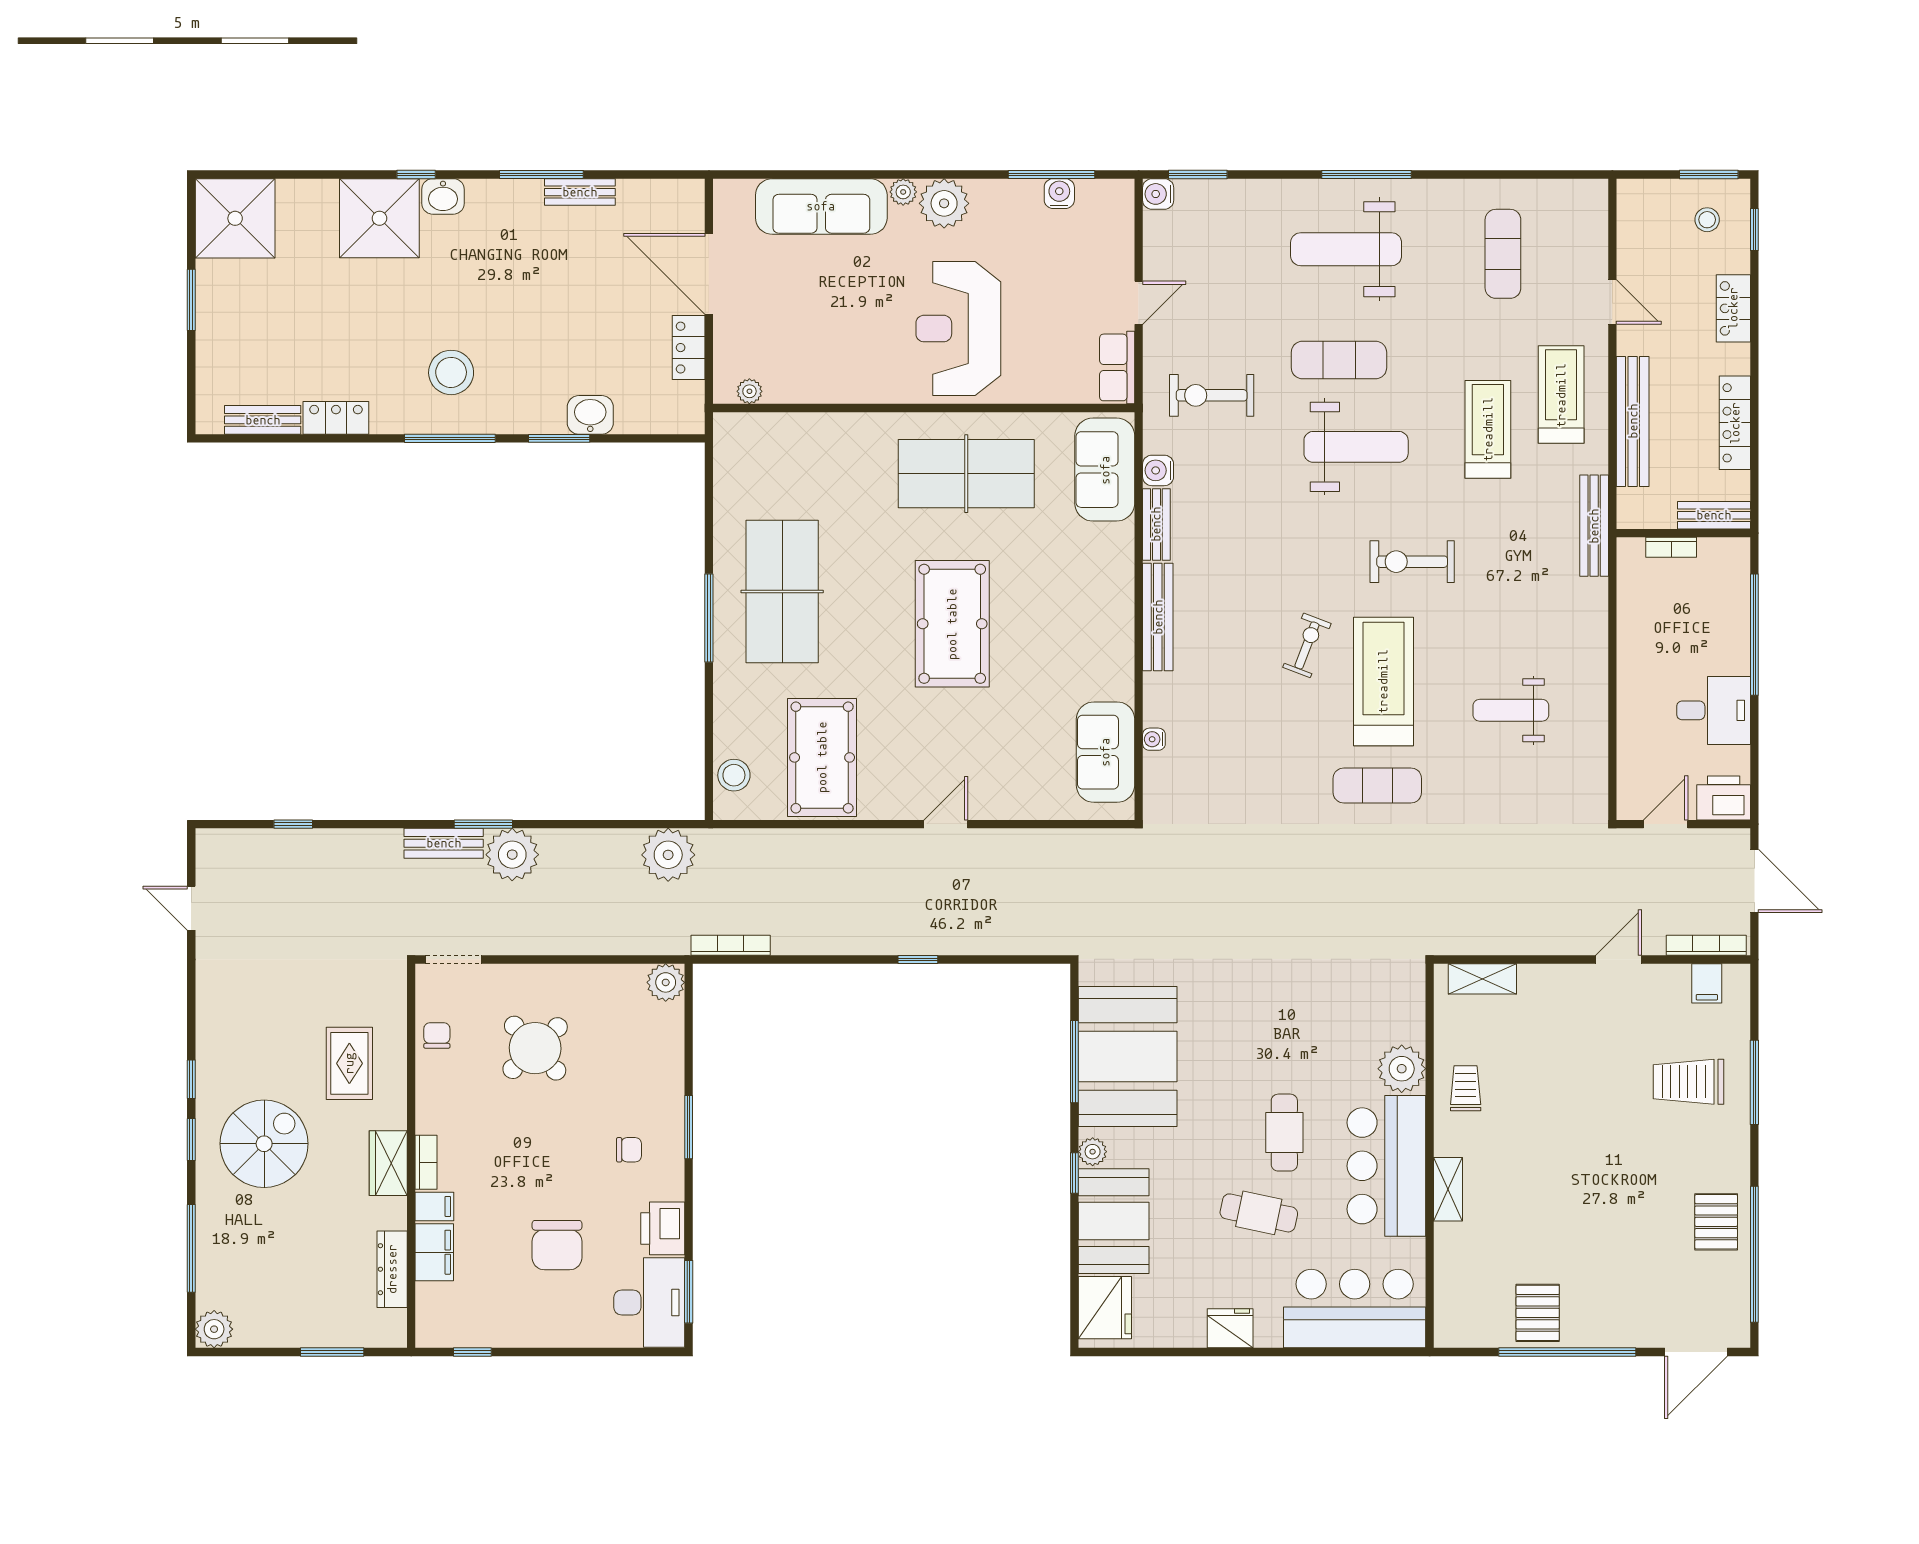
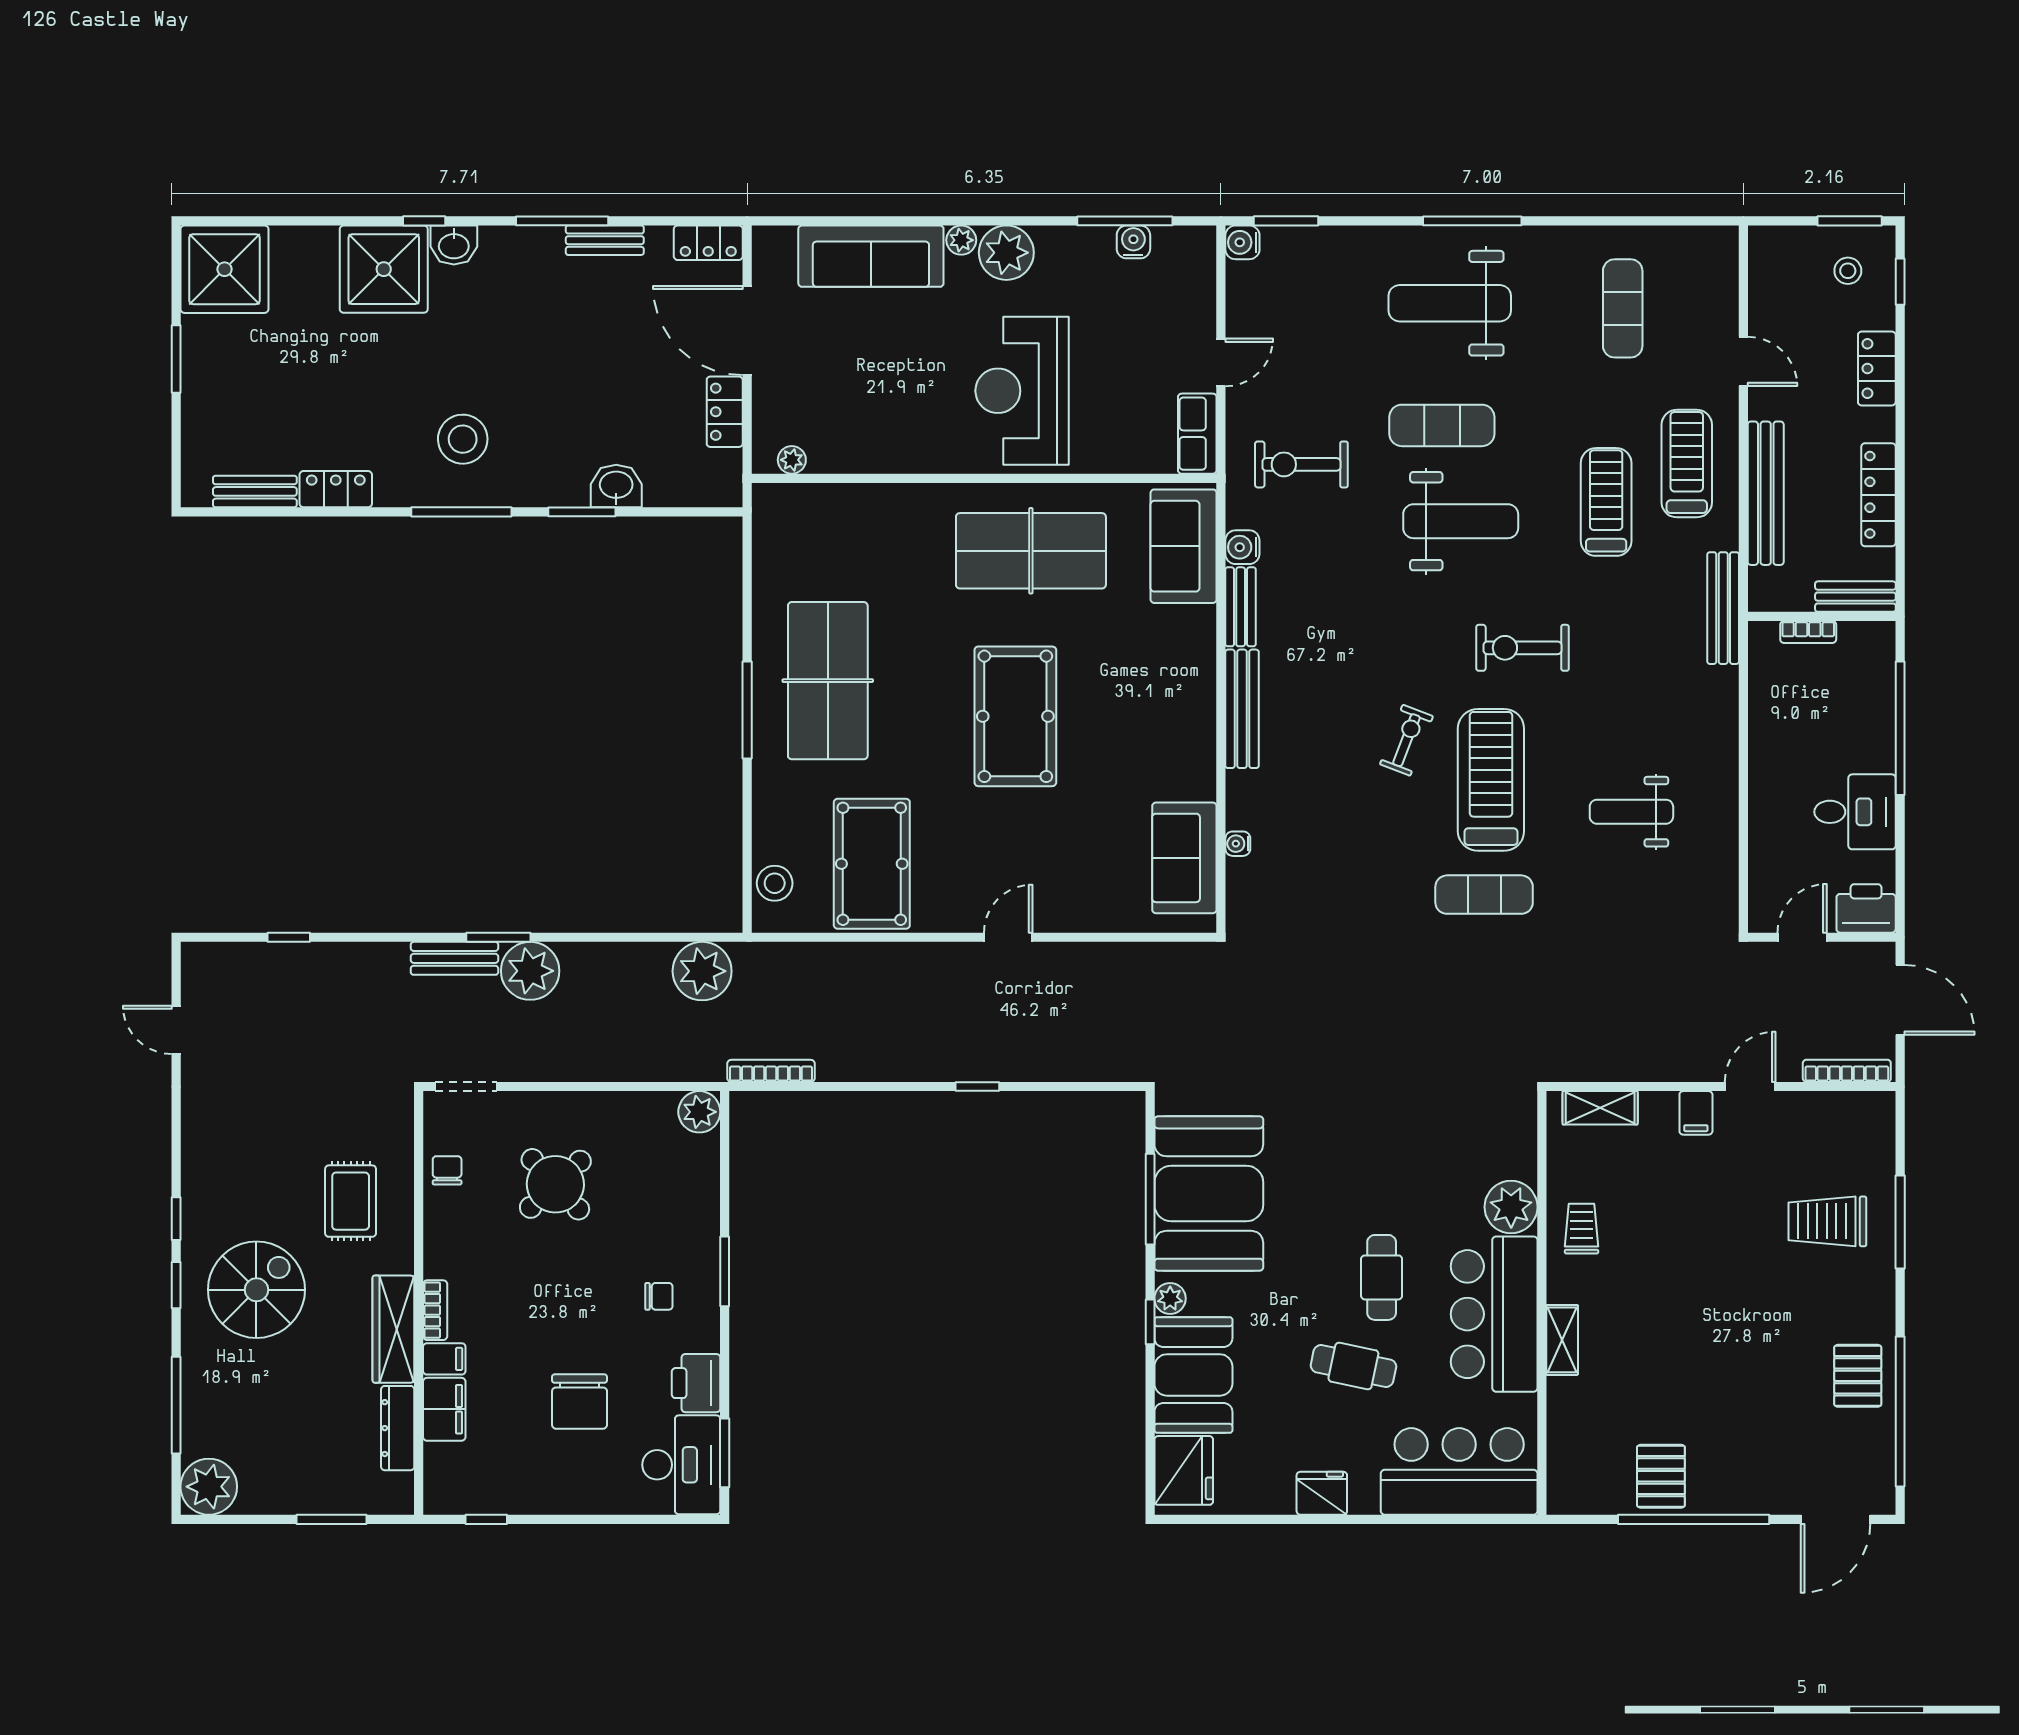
locker: (674, 194) -> (708, 243), added
filing cabinet: (1707, 983) -> (1696, 1113), moved
wardrobe: (388, 1163) -> (393, 1329), width x1.50
plant: (214, 1329) -> (209, 1487), width x1.36, depth x1.36

